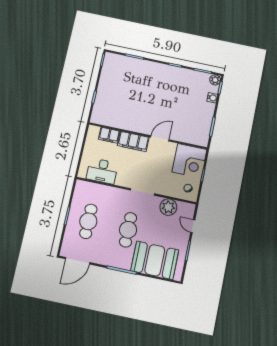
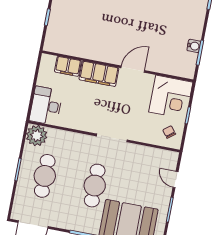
water cooler: (212, 98) -> (194, 46), moved
desk: (102, 171) -> (46, 106), moved, turned 90
plant: (168, 207) -> (37, 136), moved

